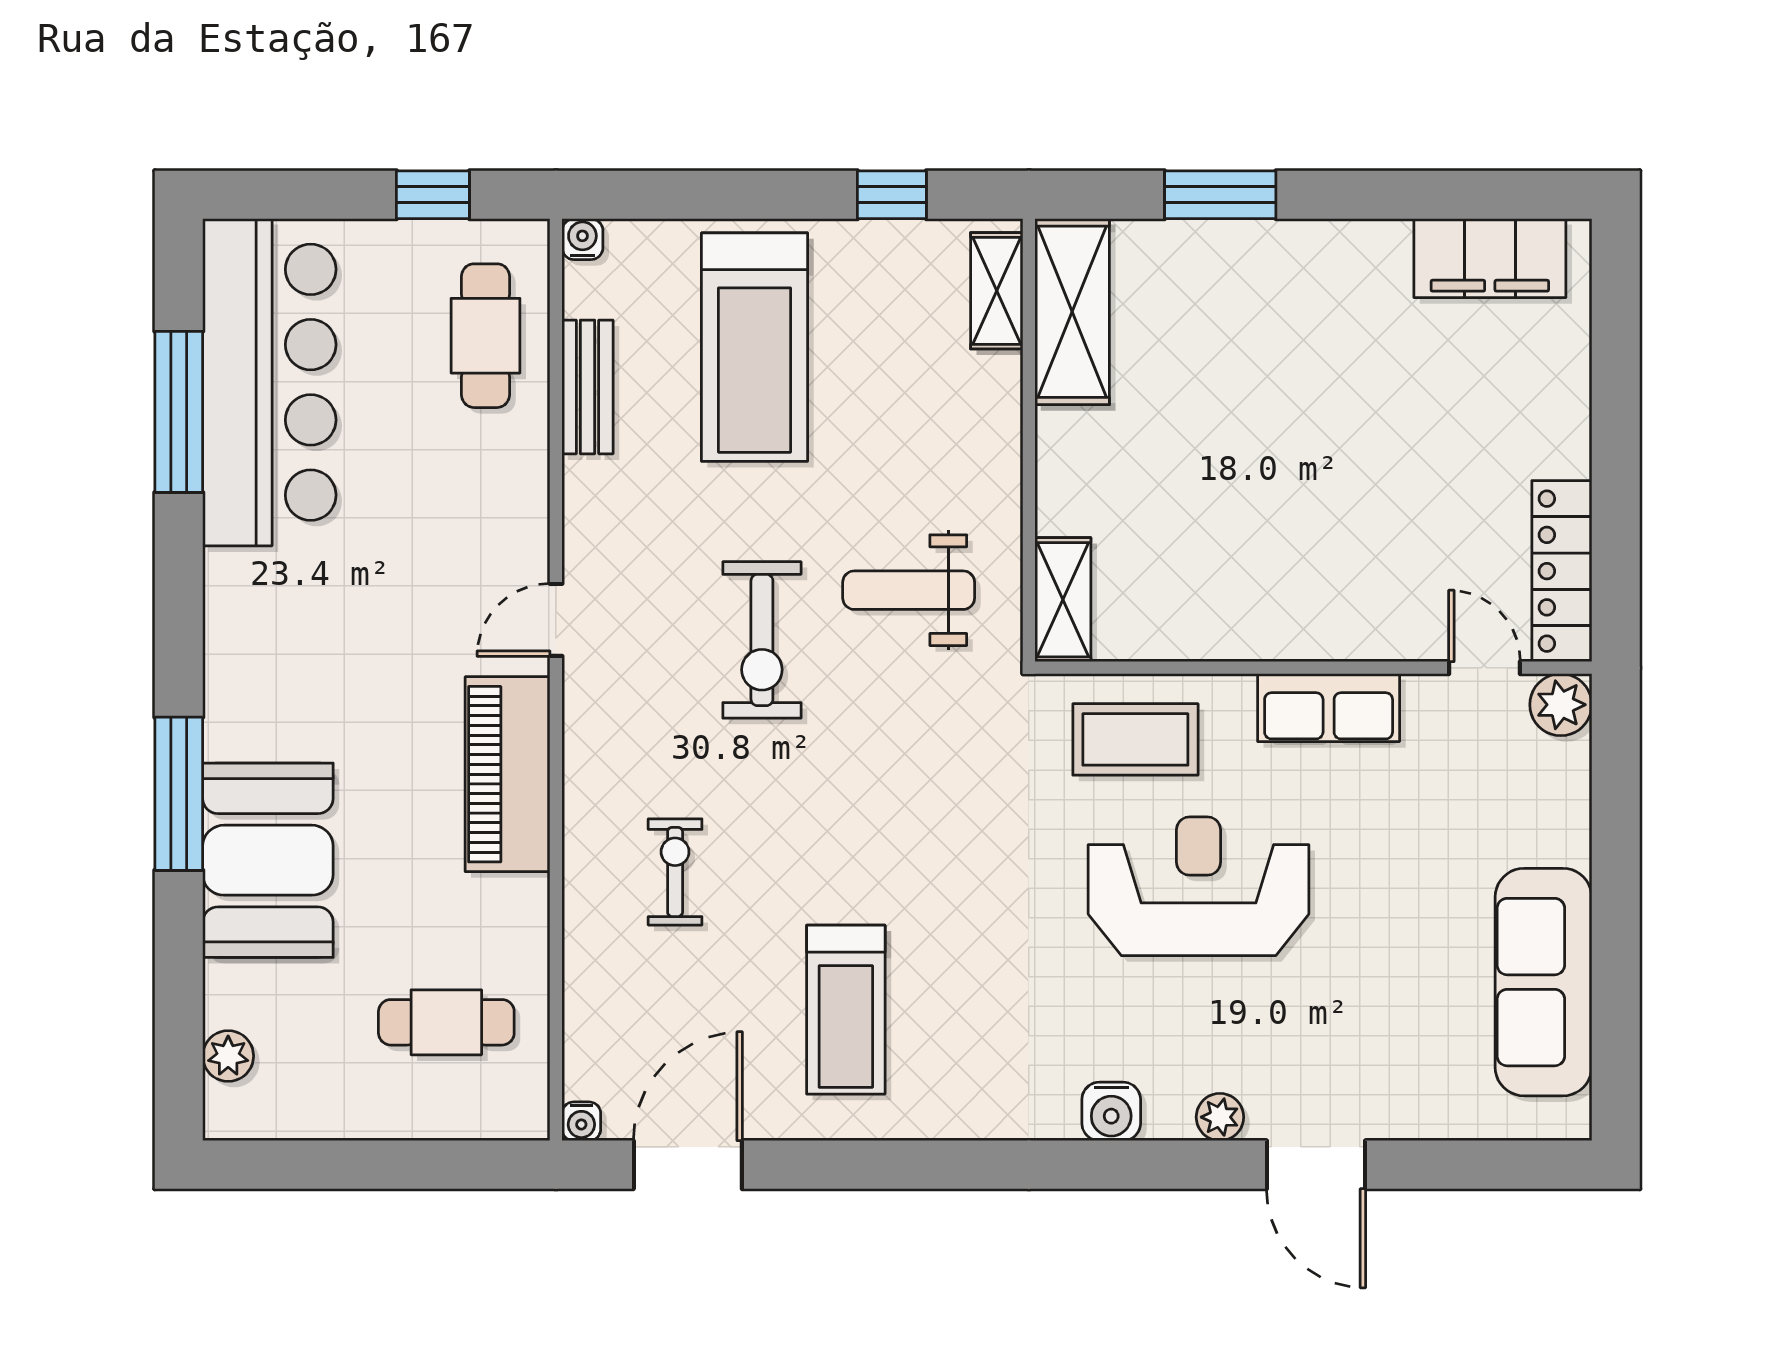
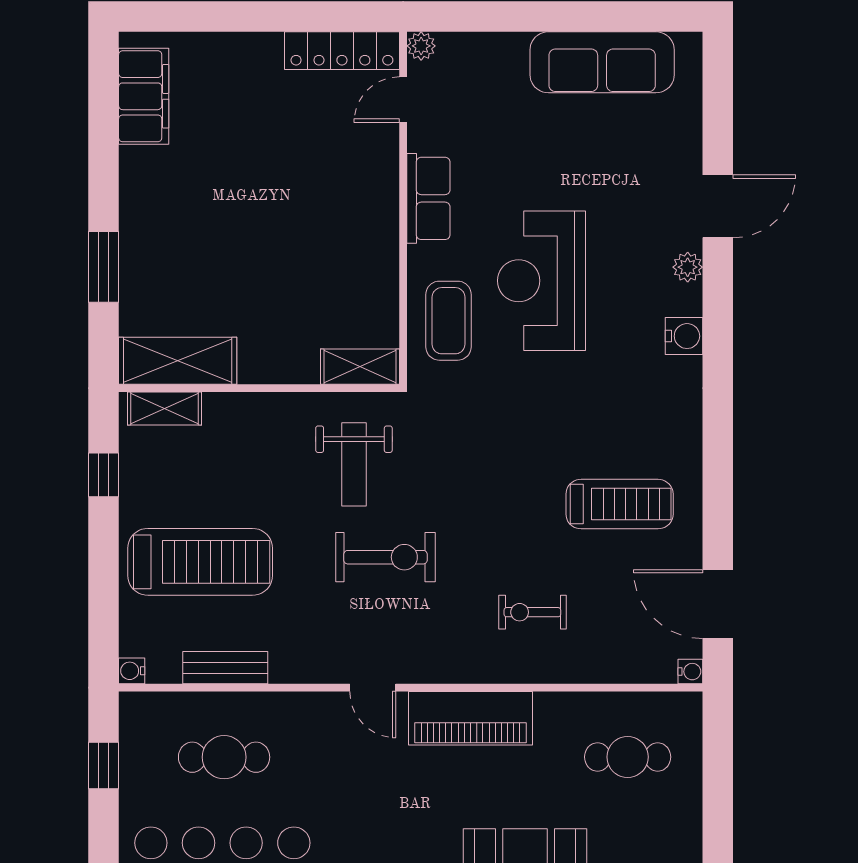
cafe table: (486, 336) -> (224, 757), moved
plant: (1561, 705) -> (421, 46), width x0.73, depth x0.73
cafe table: (446, 1022) -> (628, 757), turned 90

